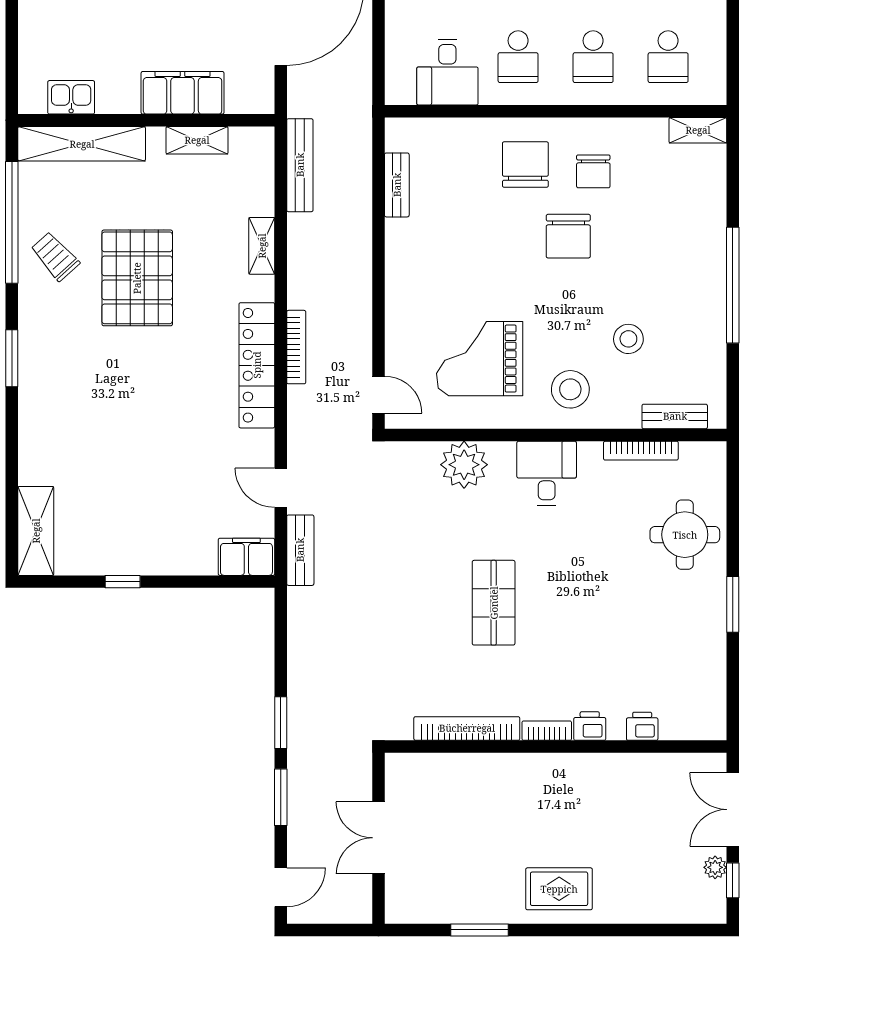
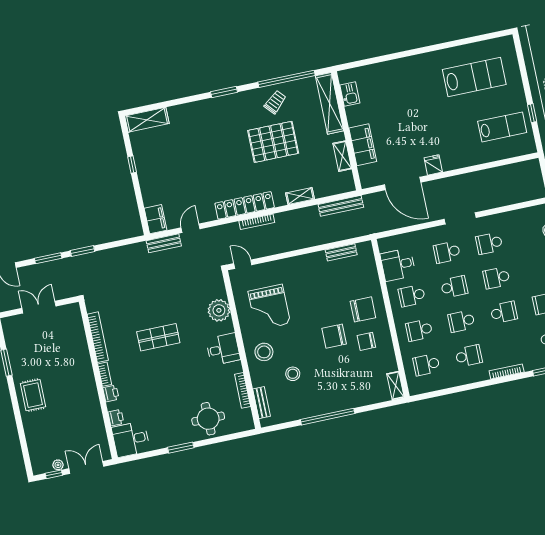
grand piano: (480, 359) -> (269, 307), turned 180
door: (378, 395) -> (243, 264), swing flipped
desk: (693, 705) -> (131, 439), added

